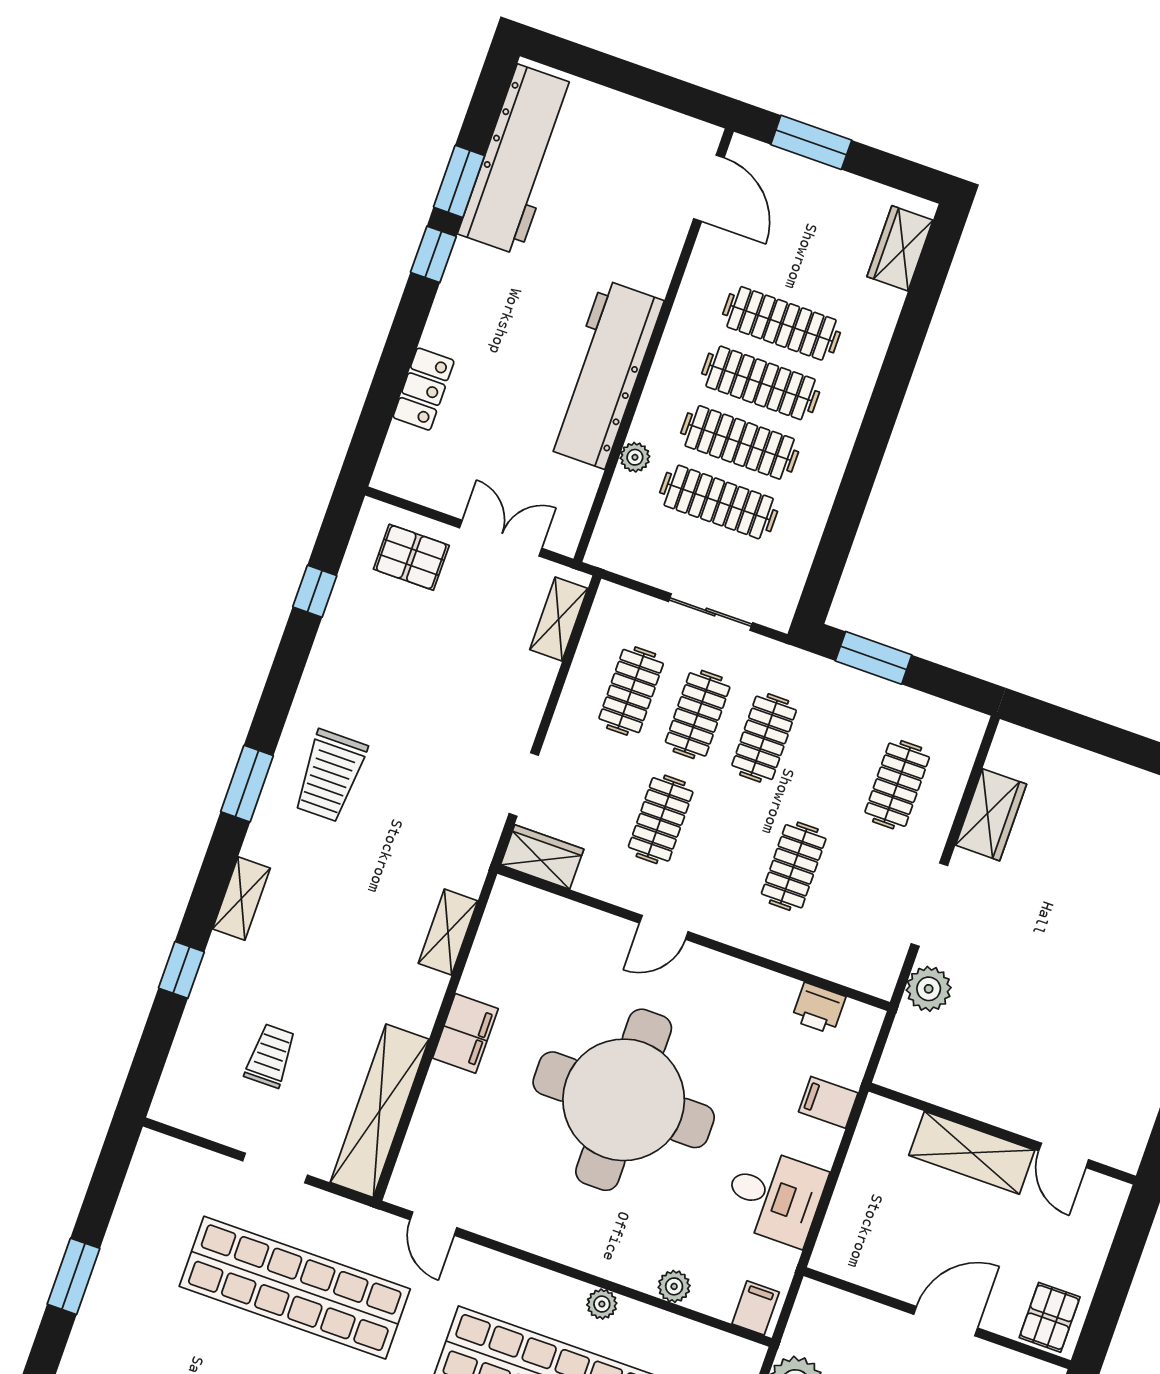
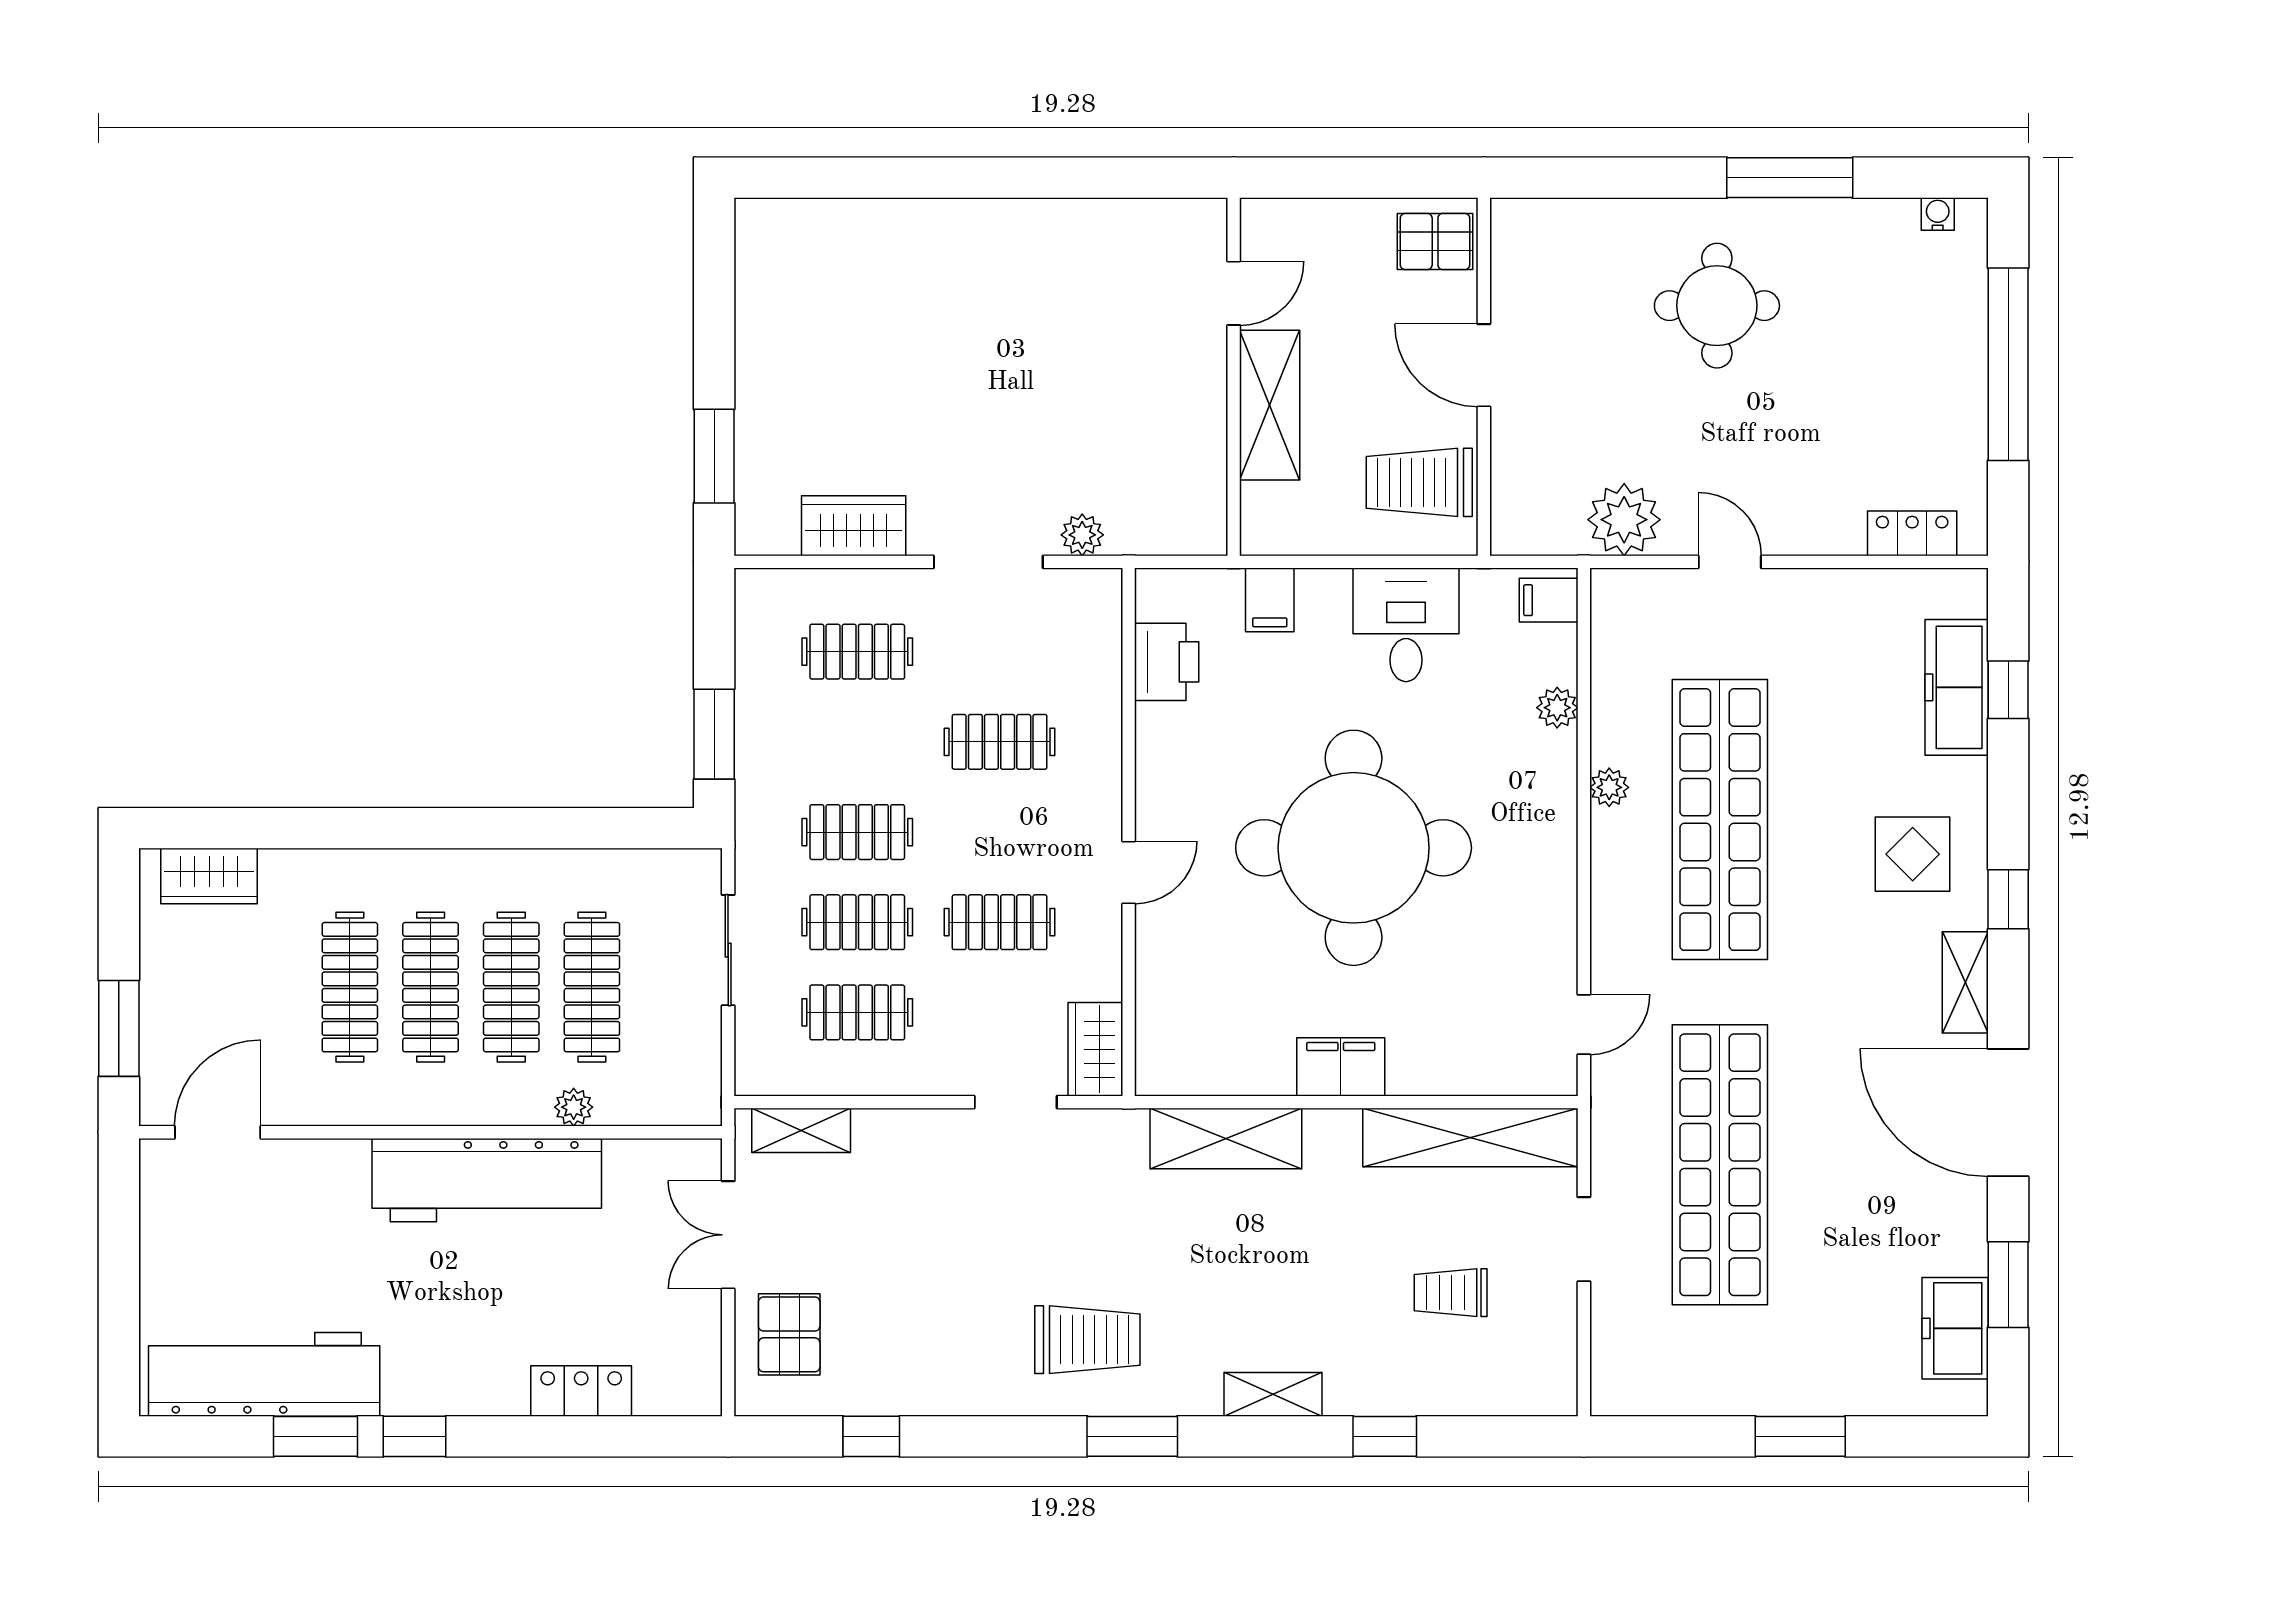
window: (1078, 730) -> (714, 456), added
door: (664, 927) -> (1129, 872), hinge flipped
shelving: (448, 932) -> (1226, 1138), width x1.50, depth x1.33
plant: (929, 989) -> (1082, 535), width x0.73, depth x0.73
printer: (819, 1008) -> (1167, 662), width x1.36, depth x1.24
trolley: (876, 1243) -> (1419, 482), added

